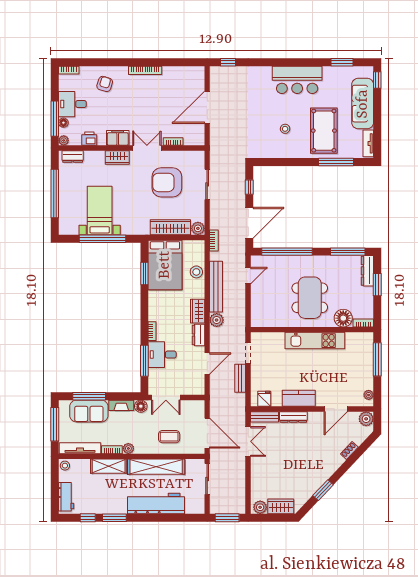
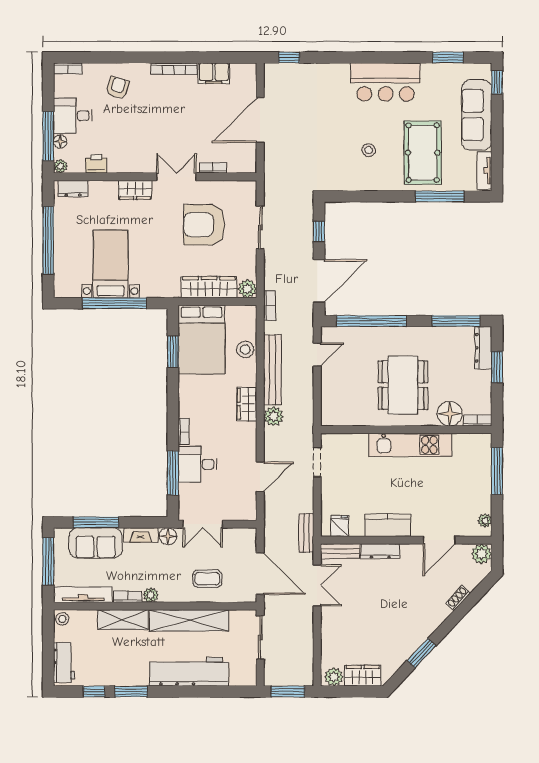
filing cabinet: (118, 138) -> (214, 73), moved, turned 180
dresser: (198, 335) -> (248, 437), removed
bench: (240, 378) -> (306, 533), moved

